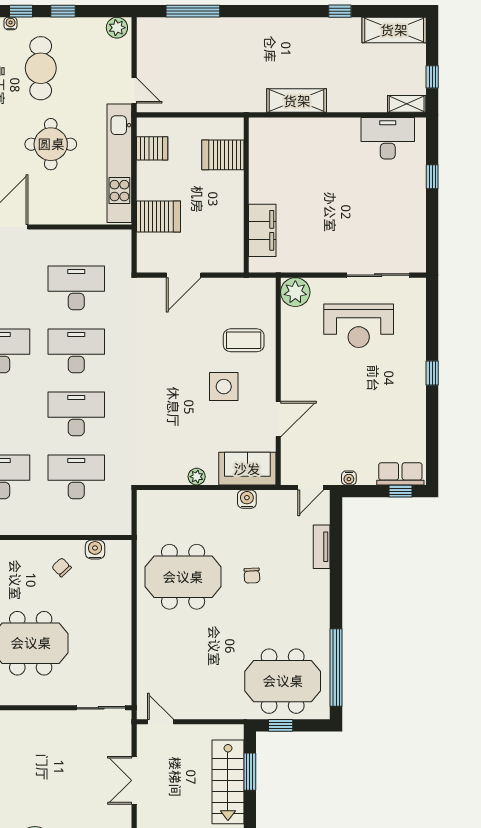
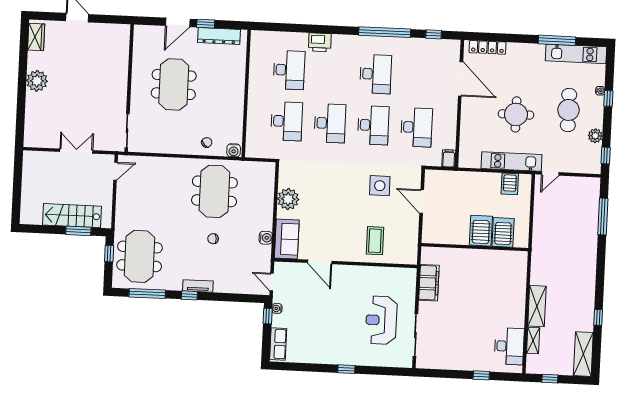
window: (63, 11) -> (606, 156), moved
plant: (117, 28) -> (595, 136), moved
cafe table: (41, 68) -> (569, 110), turned 90
shelving: (297, 101) -> (537, 306), moved
shelving: (407, 104) -> (533, 341), moved
kitchen unit: (119, 163) -> (512, 162), width x0.73
server rack: (158, 216) -> (481, 231), moved, turned 180
filing cabinet: (262, 230) -> (429, 283), moved, turned -90
filing cabinet: (119, 239) -> (449, 158), added
plant: (295, 292) -> (406, 278), removed
side table: (224, 387) -> (380, 186), moved
plant: (197, 477) -> (288, 199), width x1.87, depth x1.87
window: (400, 491) -> (268, 316), moved
tv unit: (322, 547) -> (198, 286), moved
water cooler: (95, 549) -> (234, 150), moved, turned 90
chair: (62, 567) -> (207, 142), moved
window: (336, 606) -> (189, 295), added
window: (336, 667) -> (147, 293), width x0.68

